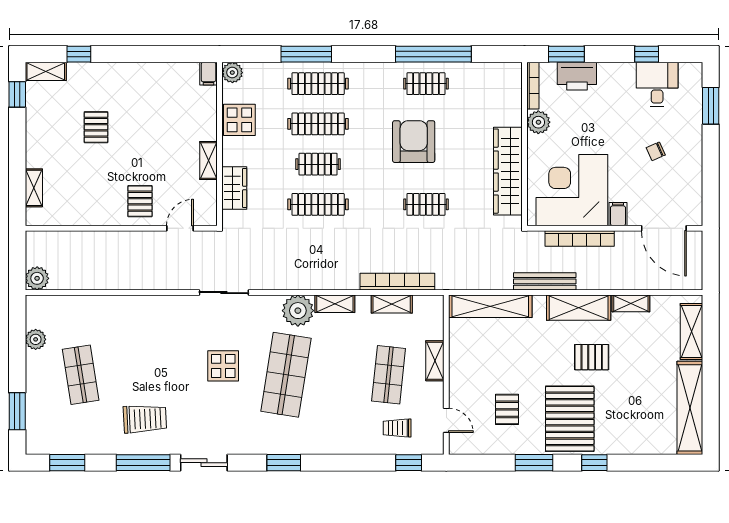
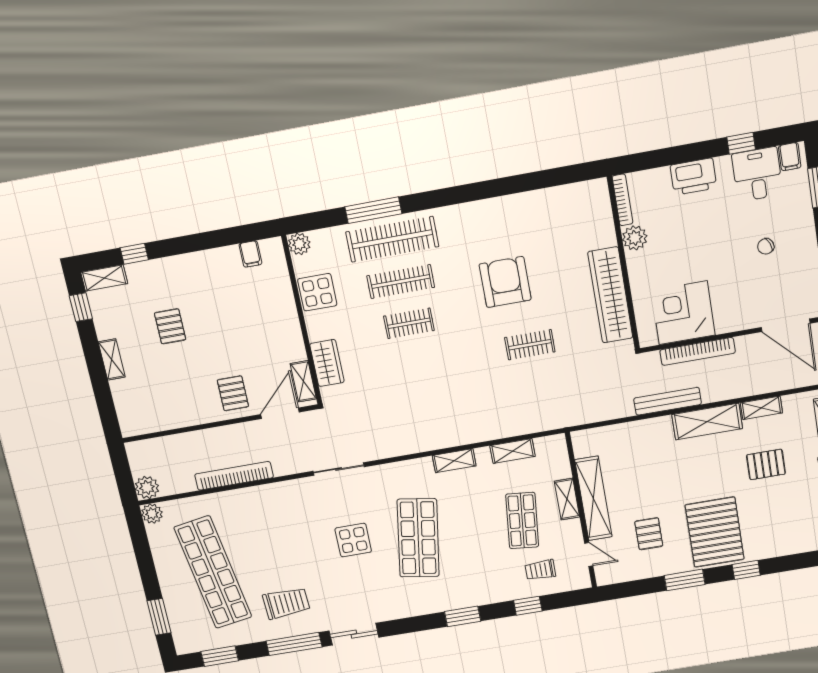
window: (433, 54) -> (509, 185), removed
window: (566, 54) -> (653, 159), removed
filing cabinet: (209, 74) -> (250, 254), moved
printer: (577, 76) -> (693, 177), moved
clothes rail: (318, 84) -> (392, 239), width x1.37, depth x1.31
clothes rail: (426, 84) -> (507, 219), removed
shelving: (208, 161) -> (303, 381), moved
shelving: (34, 188) -> (112, 359), moved
corner desk: (572, 190) -> (683, 313), width x0.74, depth x0.74
clothes rail: (318, 204) -> (417, 364), removed
filing cabinet: (618, 214) -> (790, 157), moved, turned 180
door: (180, 228) -> (280, 413), width x1.38
bookcase: (397, 282) -> (234, 476), moved
shelving: (490, 306) -> (593, 498), moved, turned 90
plant: (298, 311) -> (418, 474), removed
plant: (36, 339) -> (152, 514), moved
pallet: (592, 357) -> (766, 464), moved
shop shelf: (81, 375) -> (213, 572), width x2.00, depth x1.36
window: (284, 463) -> (463, 616), moved
window: (409, 463) -> (528, 606), moved

